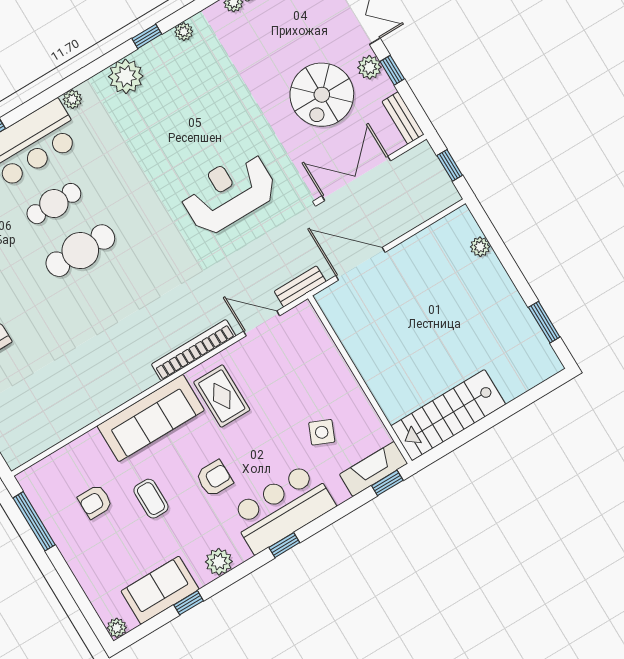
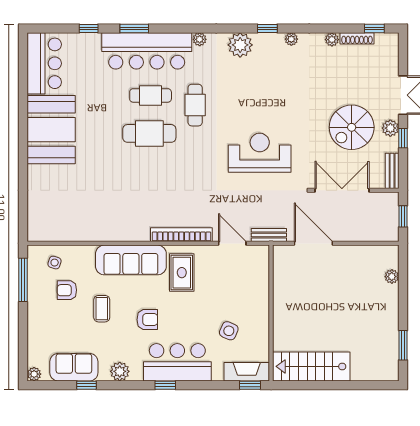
cafe table: (115, 183) -> (195, 105), added
side table: (60, 477) -> (55, 263), added

